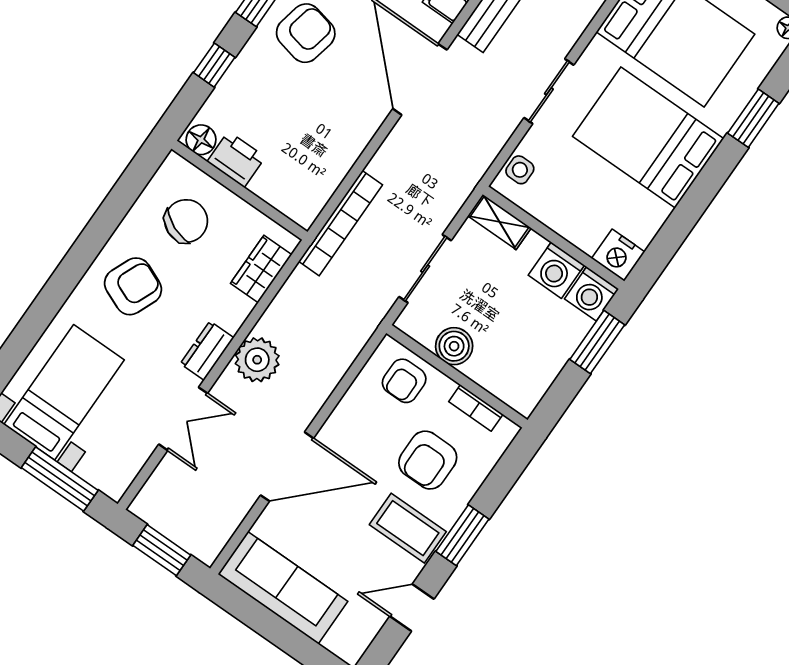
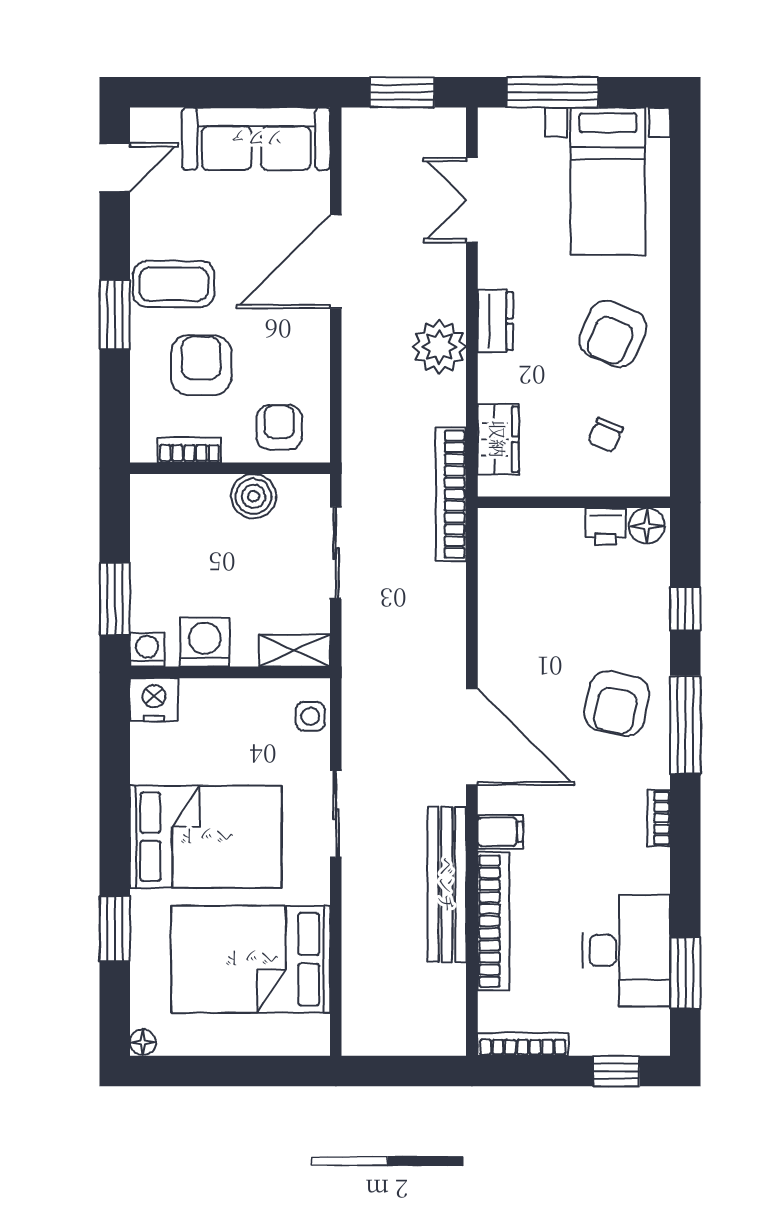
printer: (236, 159) -> (606, 526), width x0.73, depth x0.81
chair: (186, 221) -> (605, 435), width x0.54, depth x0.54
bookcase: (341, 223) -> (451, 494), moved
washing machine: (592, 294) -> (147, 649), width x0.73, depth x0.73
double door: (183, 419) -> (472, 200), moved
door: (412, 608) -> (115, 167), moved

